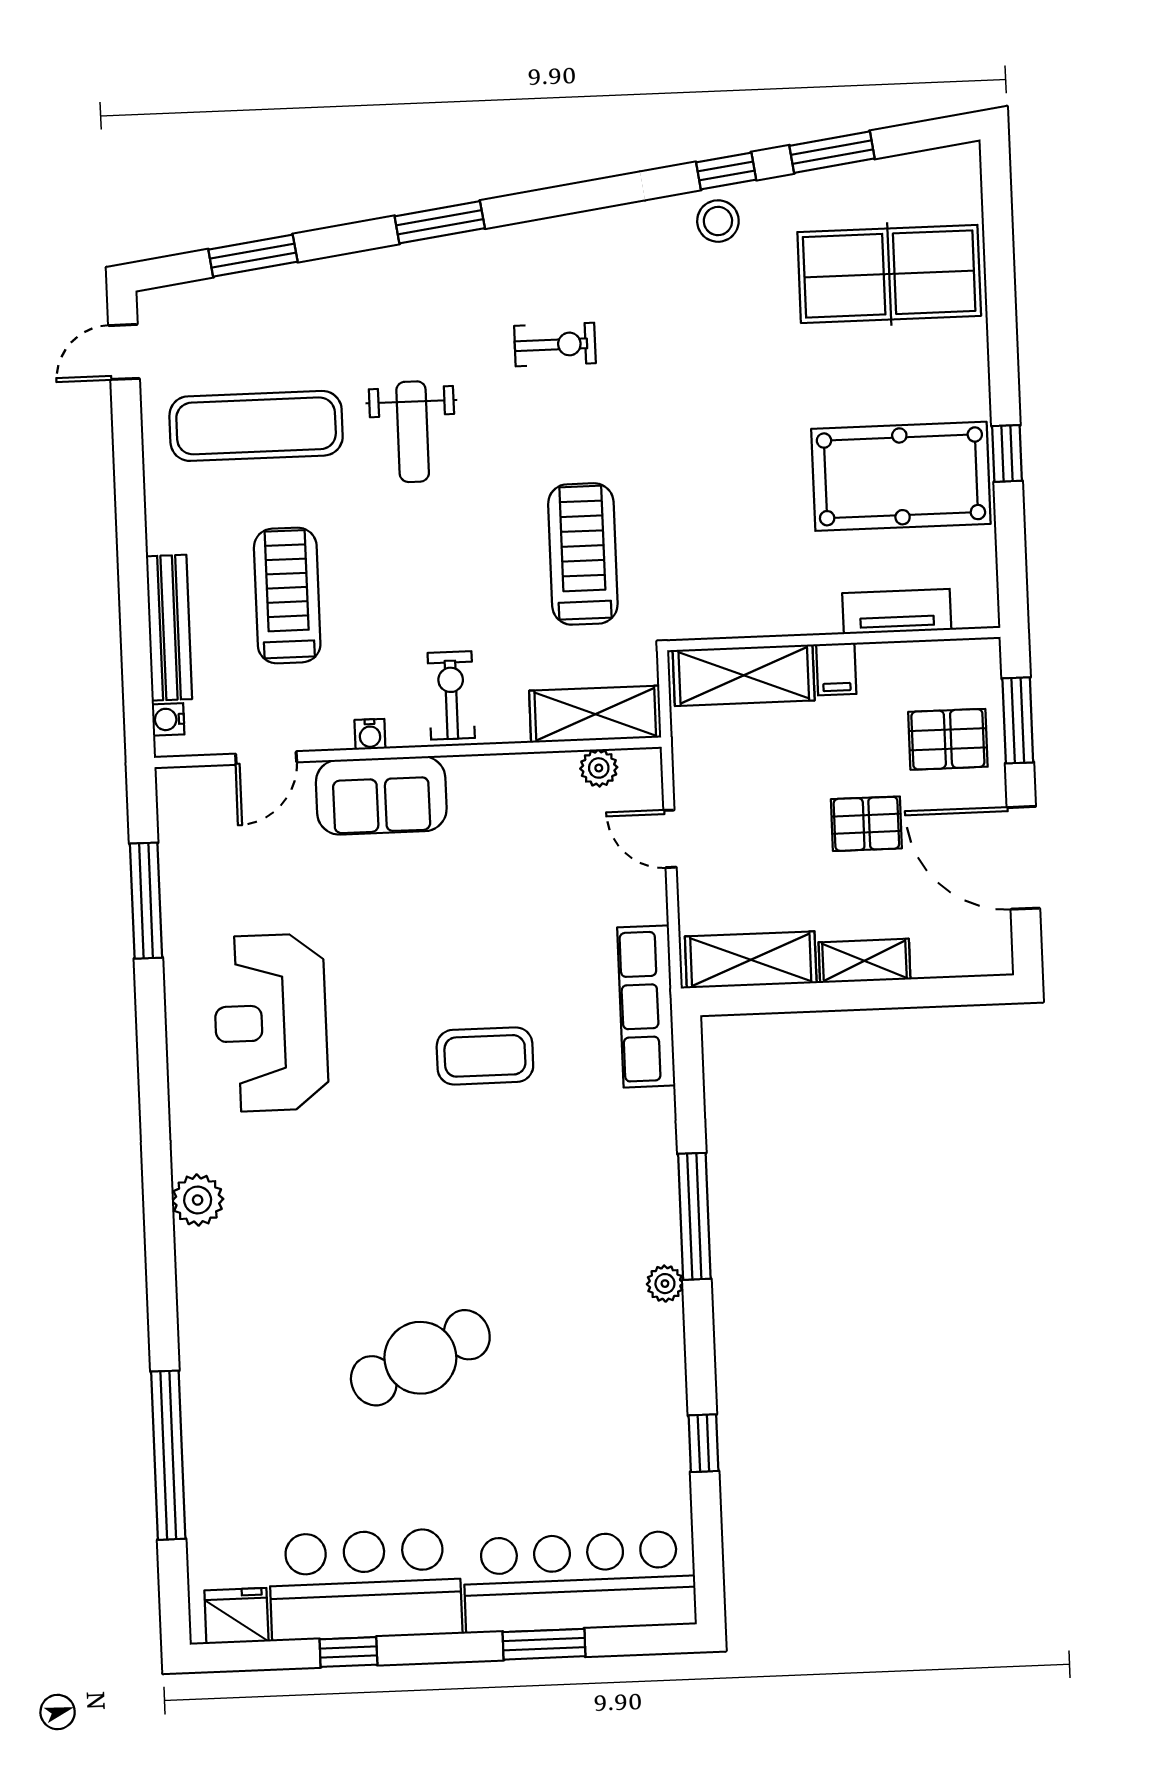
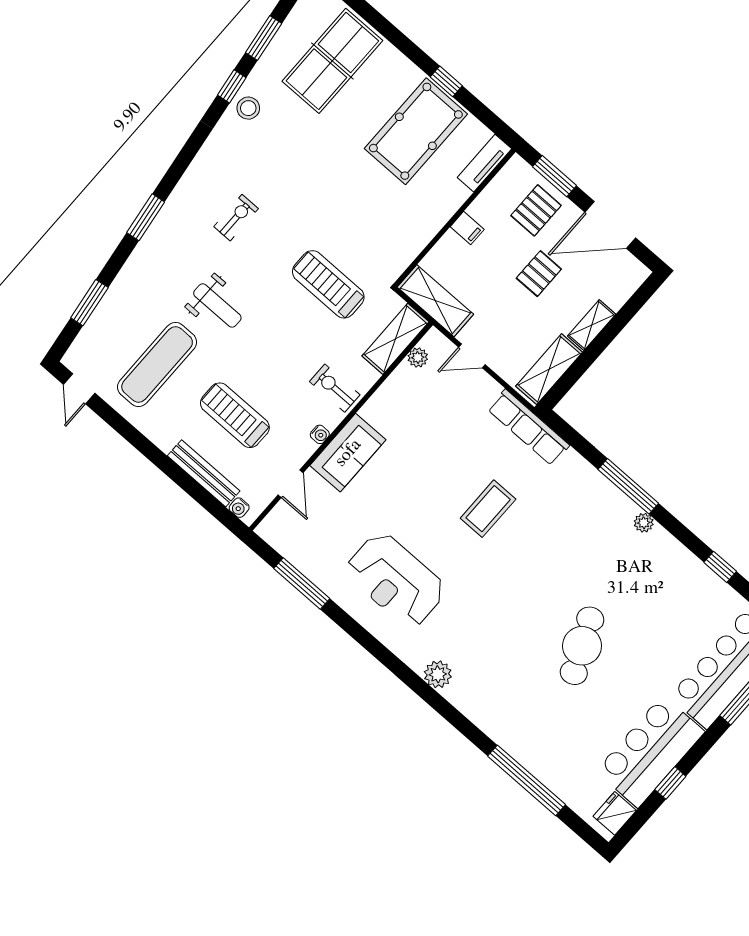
tv unit: (897, 611) -> (484, 163), moved
shelving: (744, 675) -> (435, 301), moved, turned 90

